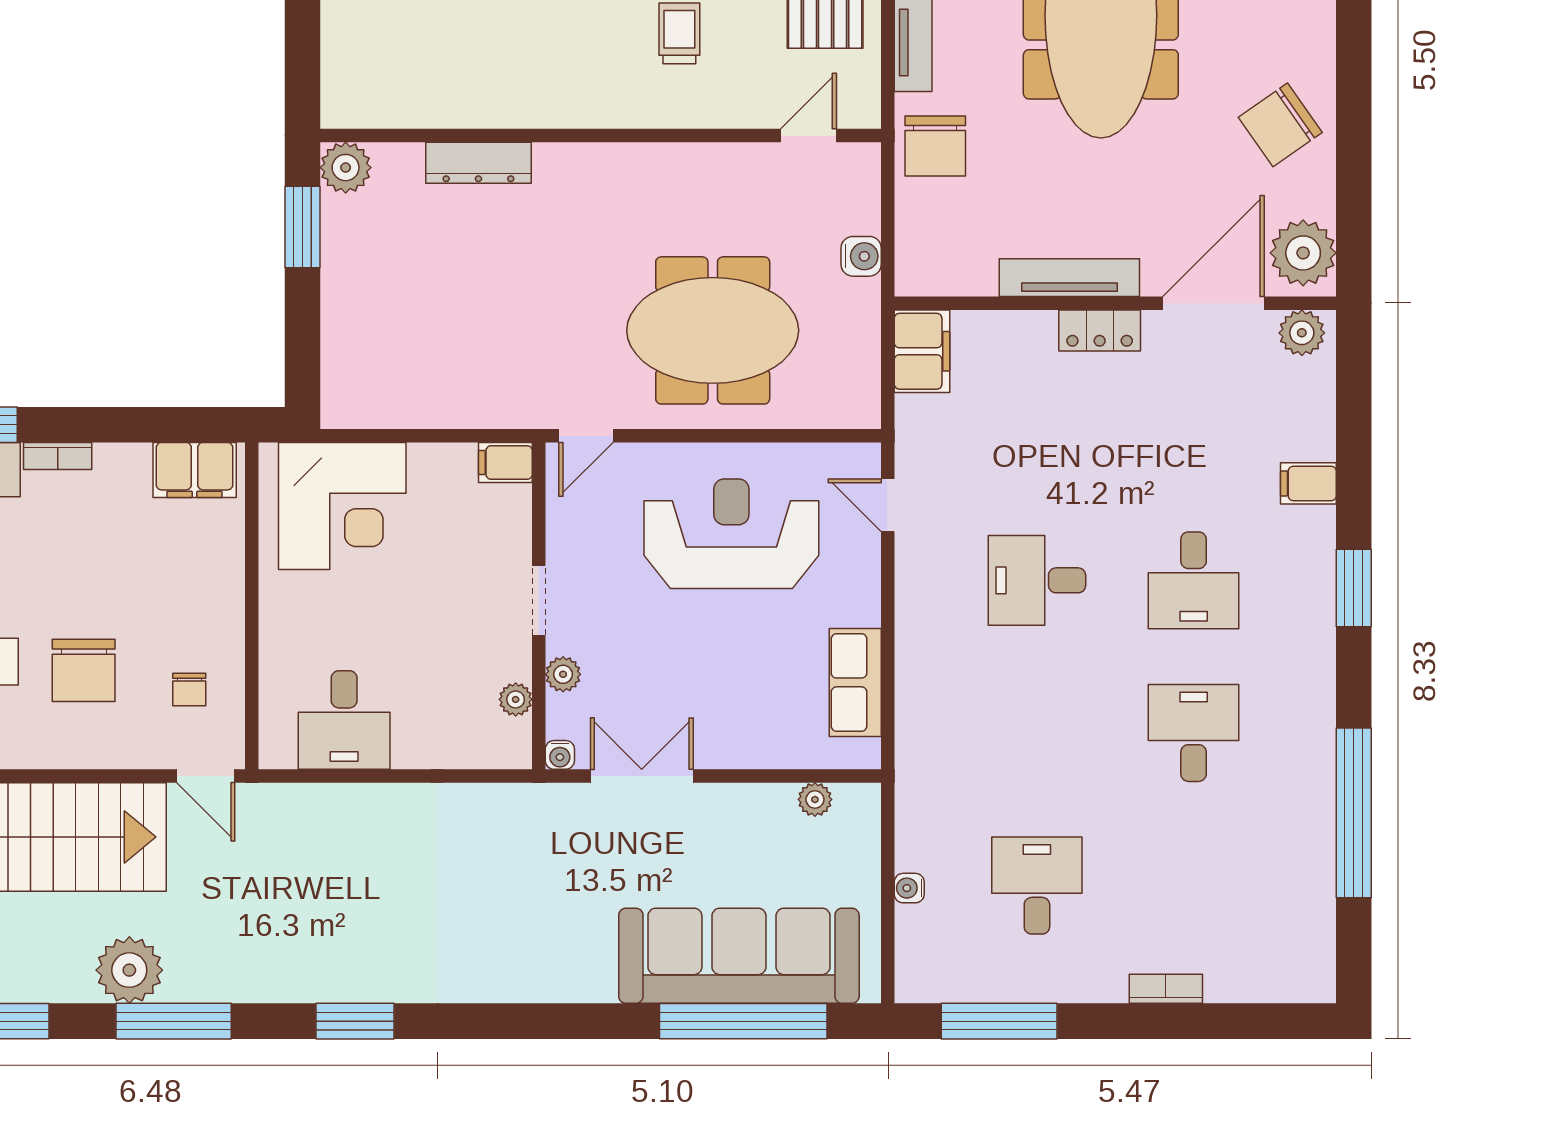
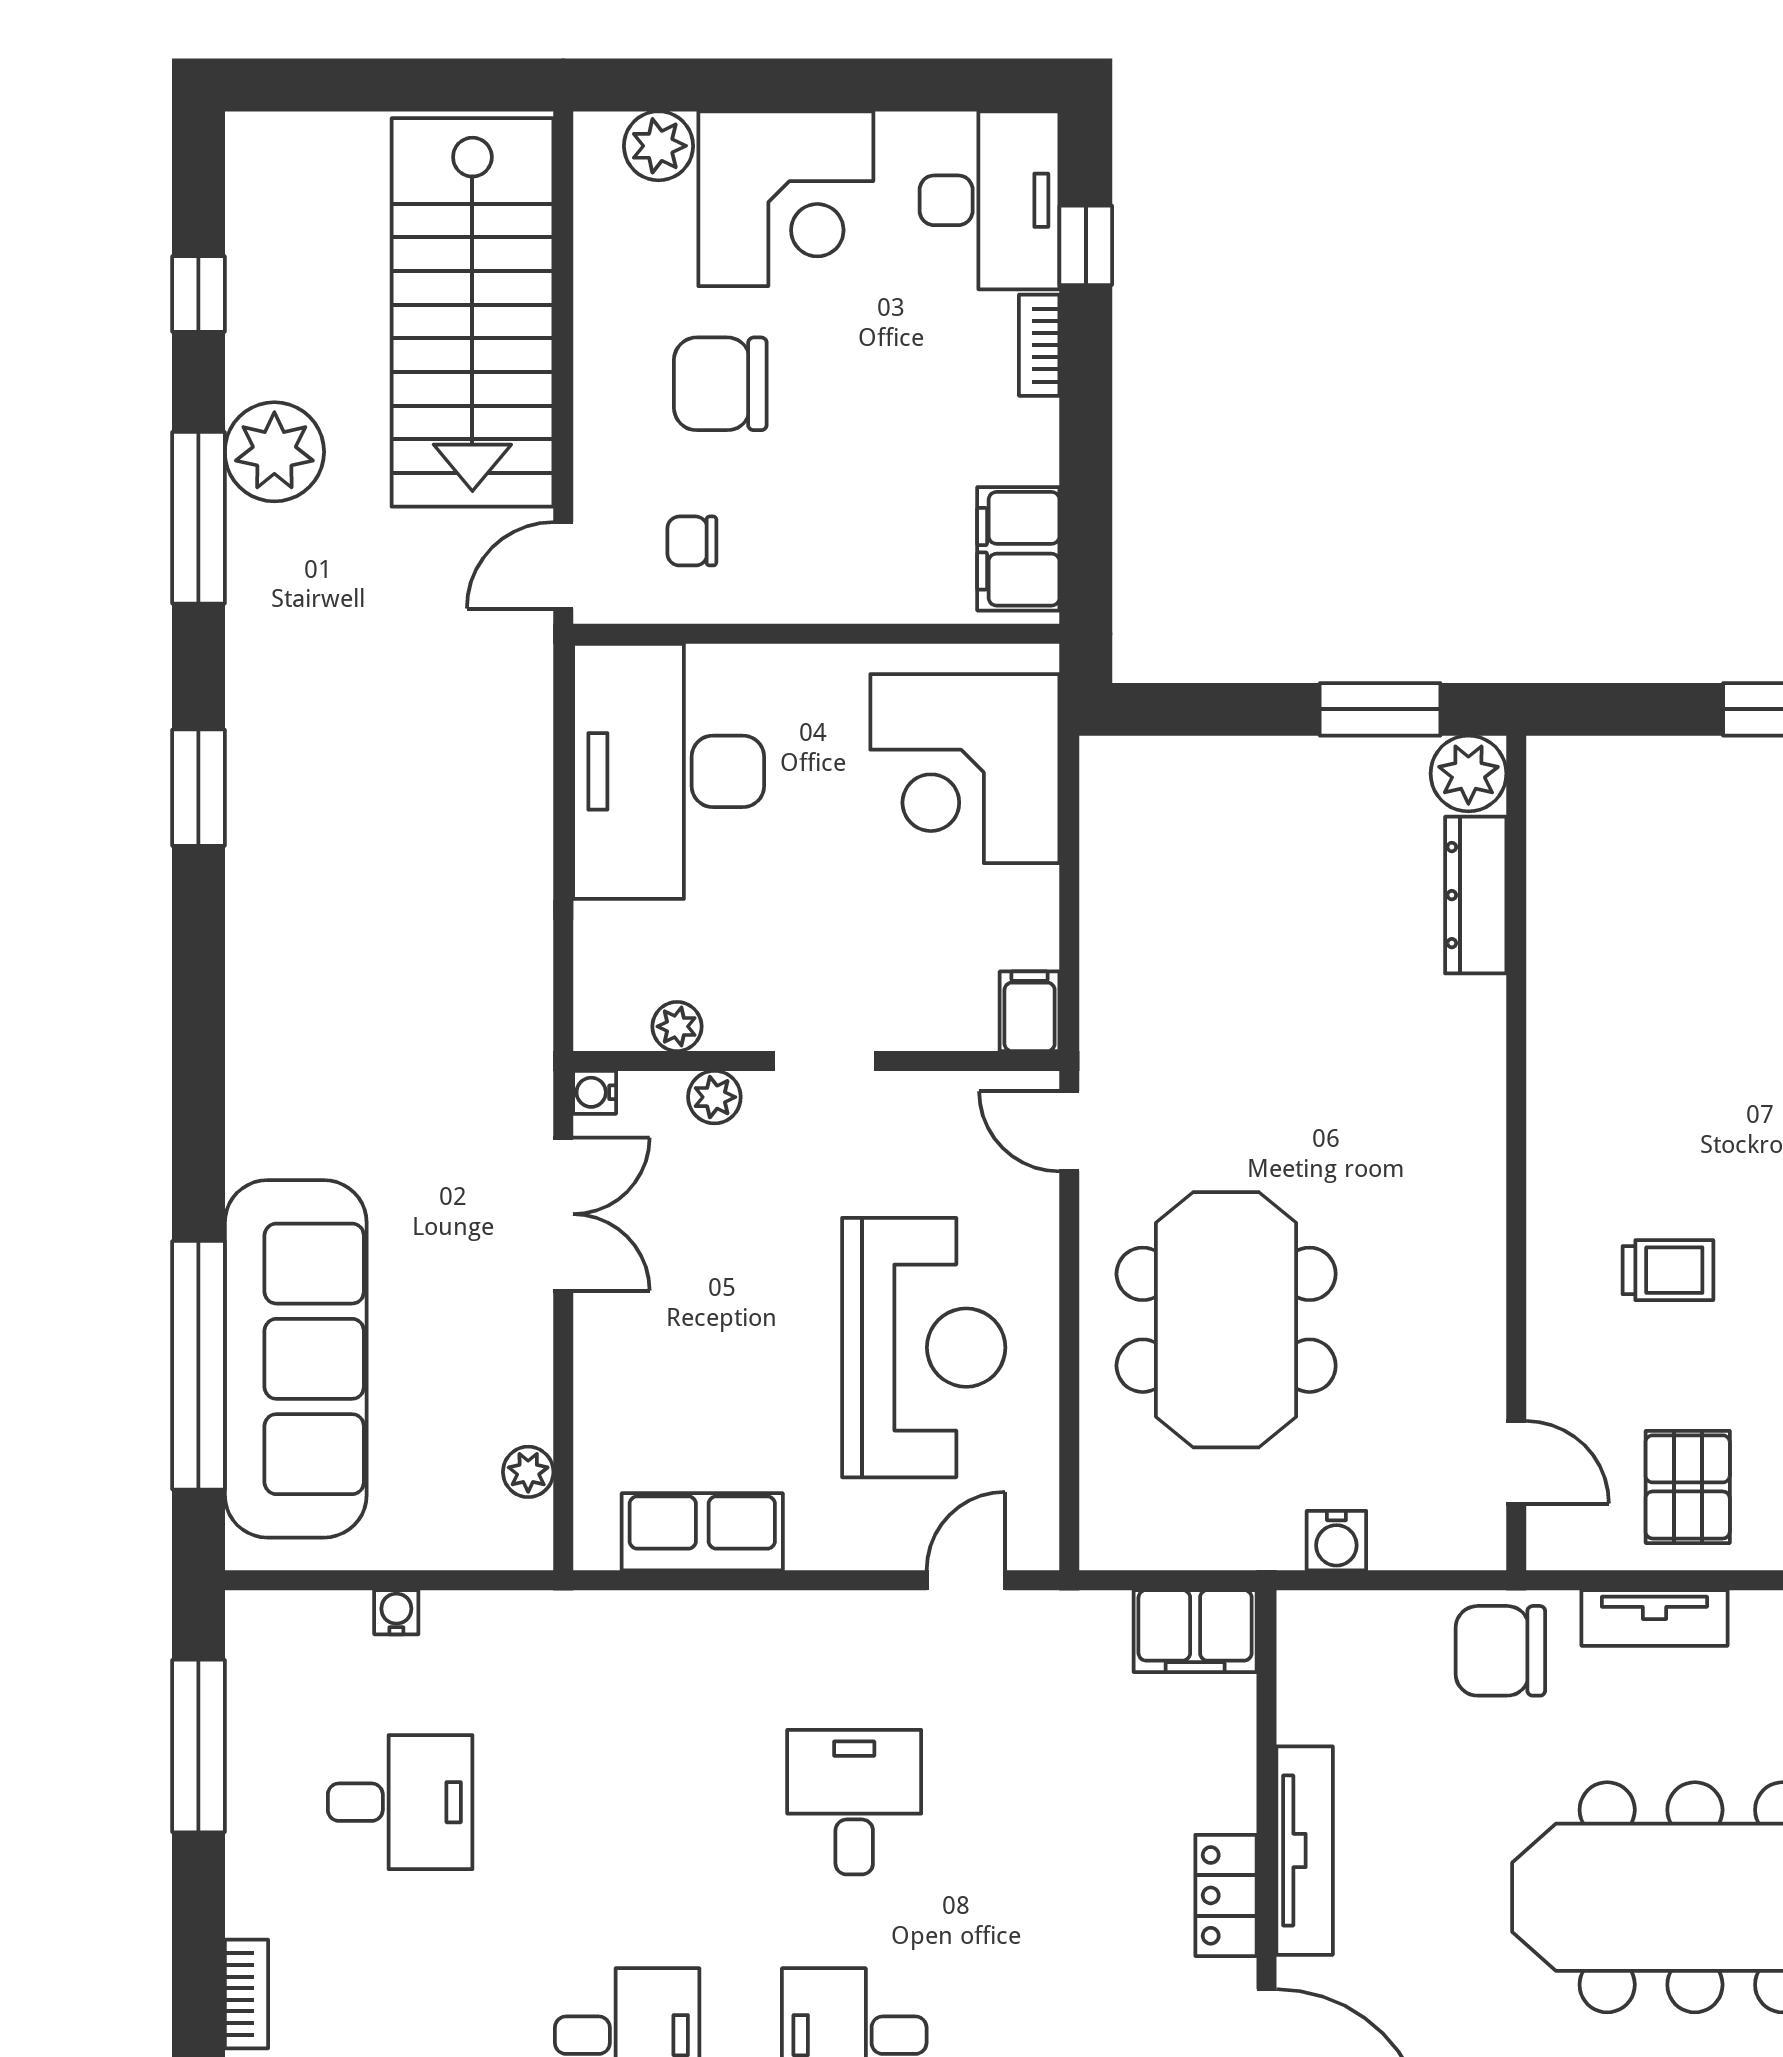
dresser: (478, 163) -> (1476, 895), moved
desk: (344, 720) -> (669, 771), width x1.87, depth x1.30

